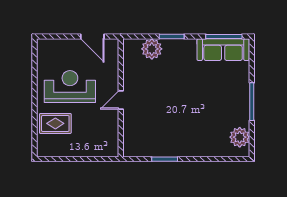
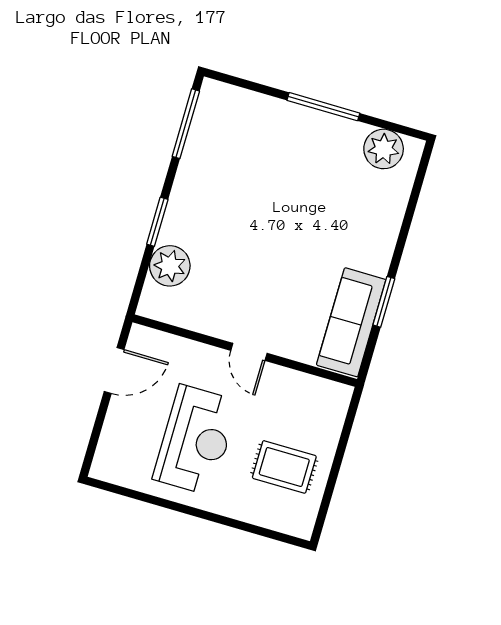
sofa: (223, 50) -> (351, 322), moved, turned 180
reception desk: (70, 86) -> (196, 440), turned 180
rug: (55, 123) -> (284, 467), moved, turned 90

